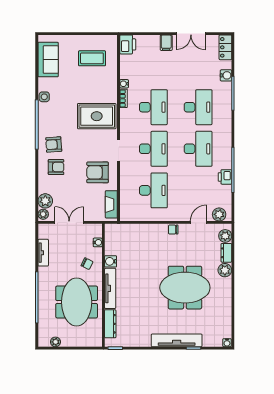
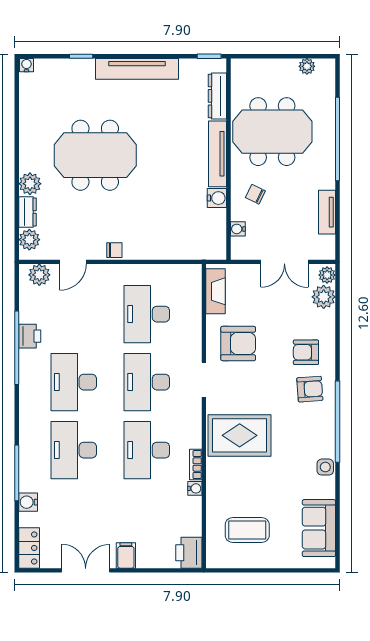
meeting table: (77, 302) -> (272, 132), turned 90
tv unit: (177, 340) -> (137, 69), moved

